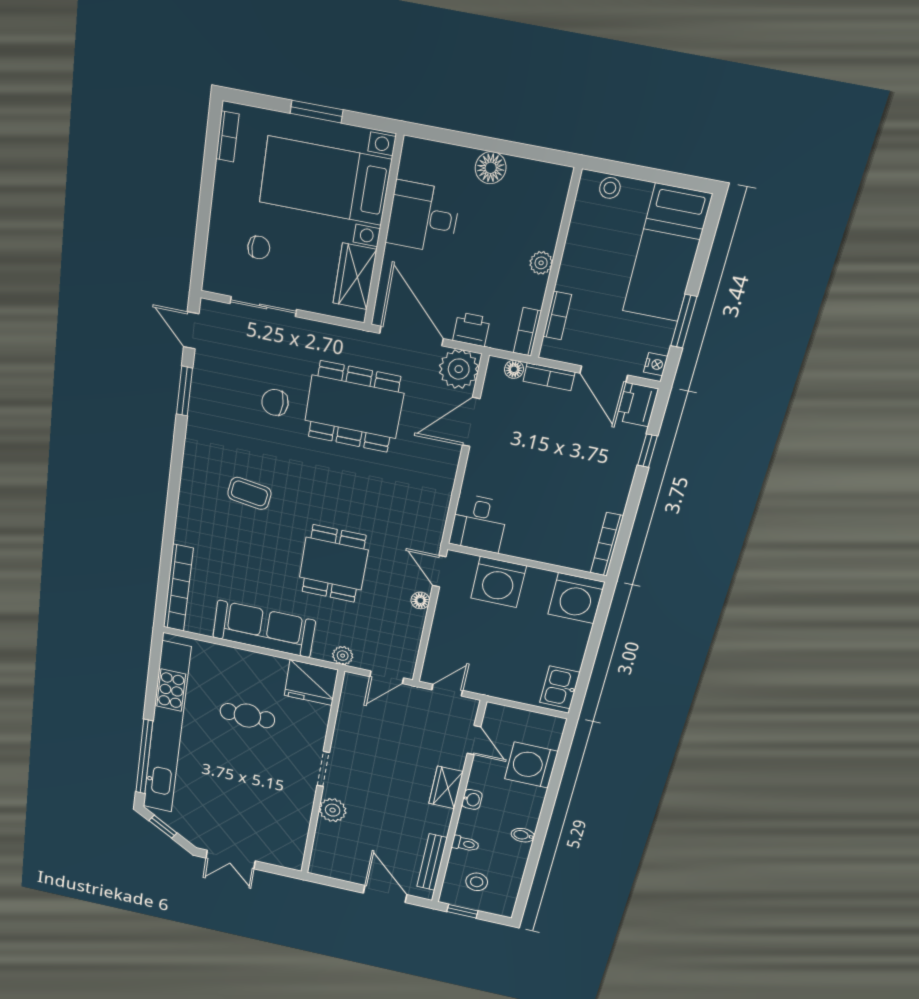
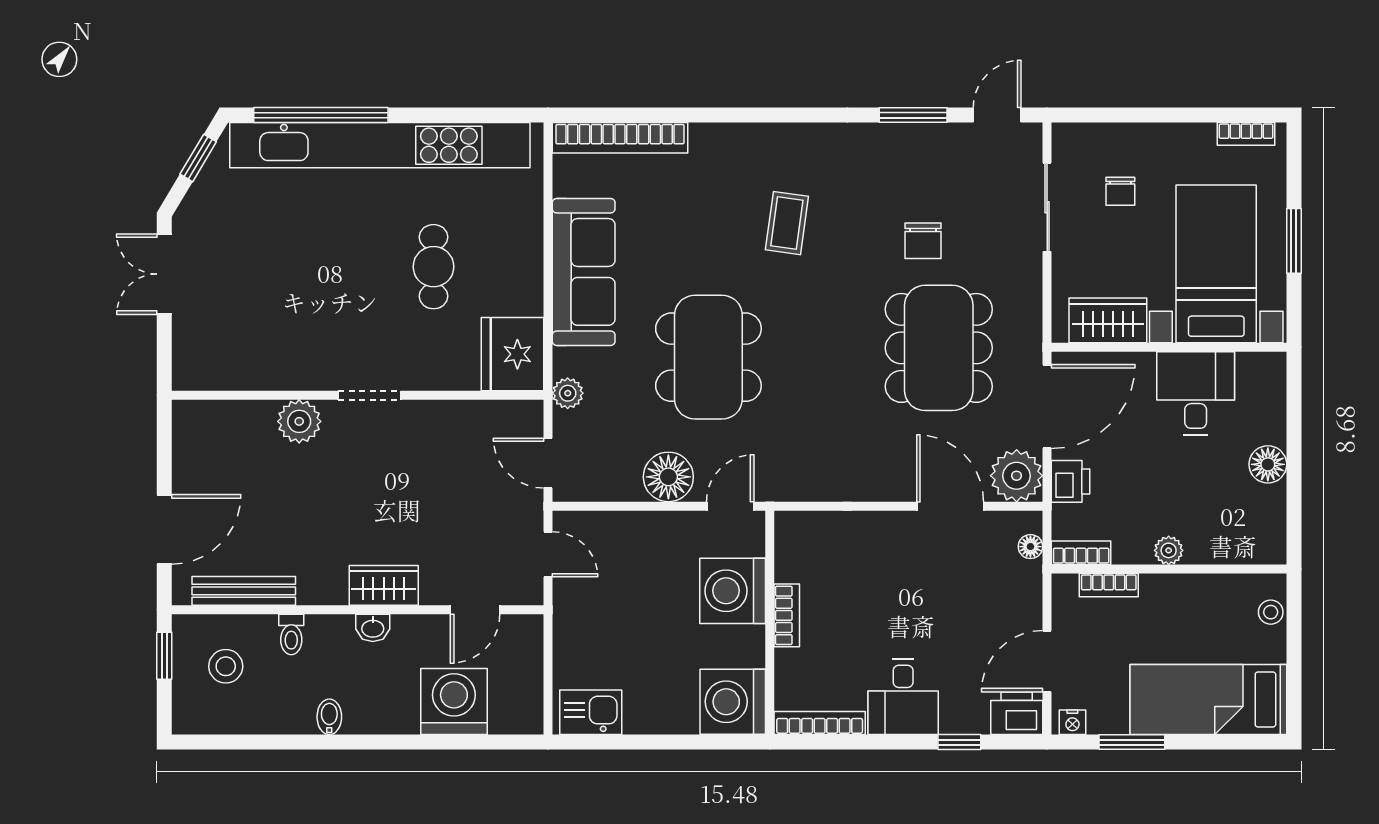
bookcase: (549, 377) -> (787, 615), moved, turned 180
chair: (275, 402) -> (923, 241), turned 180
desk: (479, 523) -> (903, 697), moved, turned -90
dining table: (334, 564) -> (708, 357), width x1.37
floor lamp: (420, 601) -> (668, 477), width x1.89, depth x1.89

